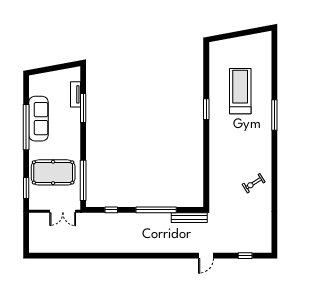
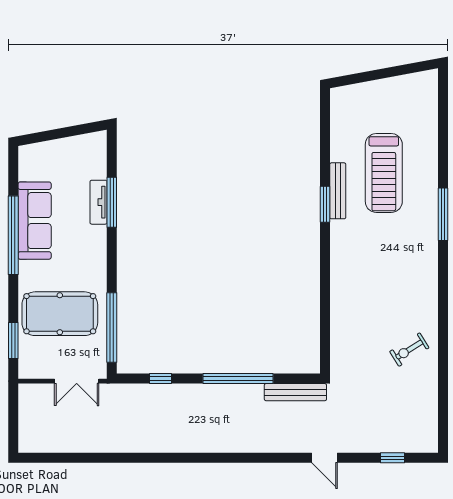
treadmill: (240, 91) -> (384, 173), turned 180
tv unit: (75, 94) -> (99, 202), moved
bench: (214, 101) -> (338, 191), added
exercise bike: (254, 183) -> (409, 350), moved
door: (206, 256) -> (325, 458), hinge flipped

